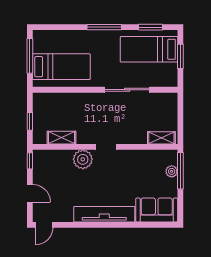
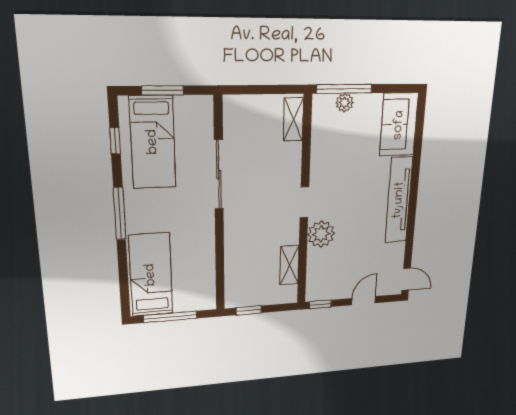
window: (150, 27) -> (115, 141), width x0.67
bed: (61, 67) -> (151, 275), moved
window: (30, 121) -> (249, 310), moved

